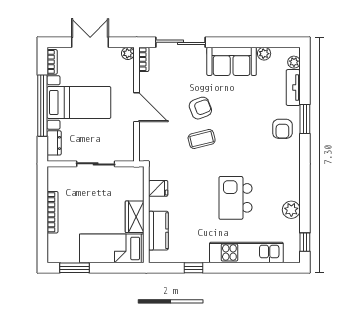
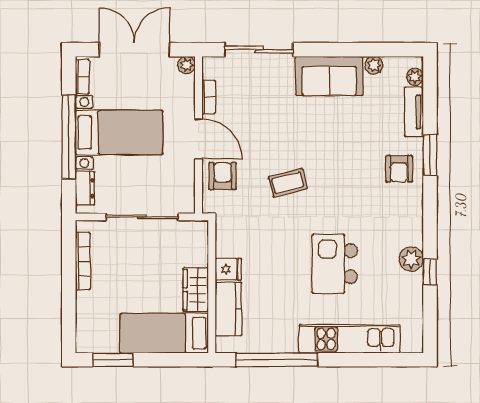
double door: (90, 42) -> (134, 50), width x1.37
bookcase: (144, 59) -> (209, 97), moved
armchair: (200, 108) -> (223, 176), moved, turned -69
sliding door: (96, 164) -> (142, 217), width x1.37
fridge: (158, 188) -> (228, 269), moved
plant: (291, 210) -> (411, 259), moved
bookcase: (53, 212) -> (83, 261), moved
window: (305, 242) -> (430, 272), moved
window: (194, 268) -> (277, 360), width x3.17

